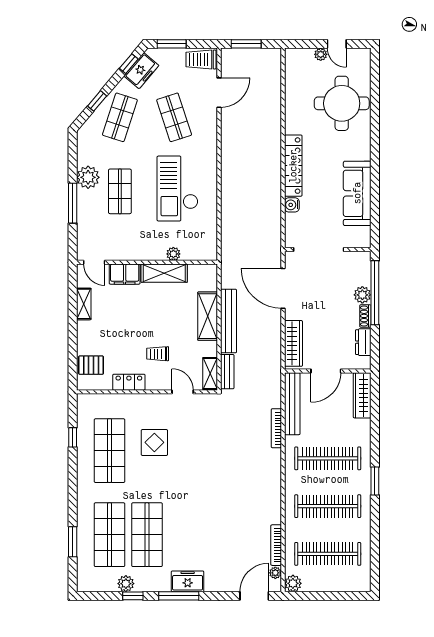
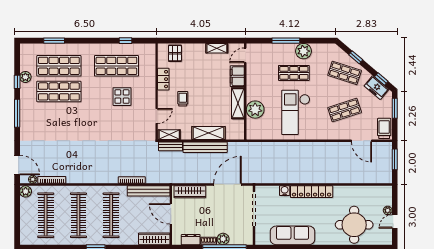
checkout: (177, 189) -> (296, 112), turned -90
plant: (173, 254) -> (255, 110), width x1.88, depth x1.88
freezer: (188, 581) -> (27, 119), removed

